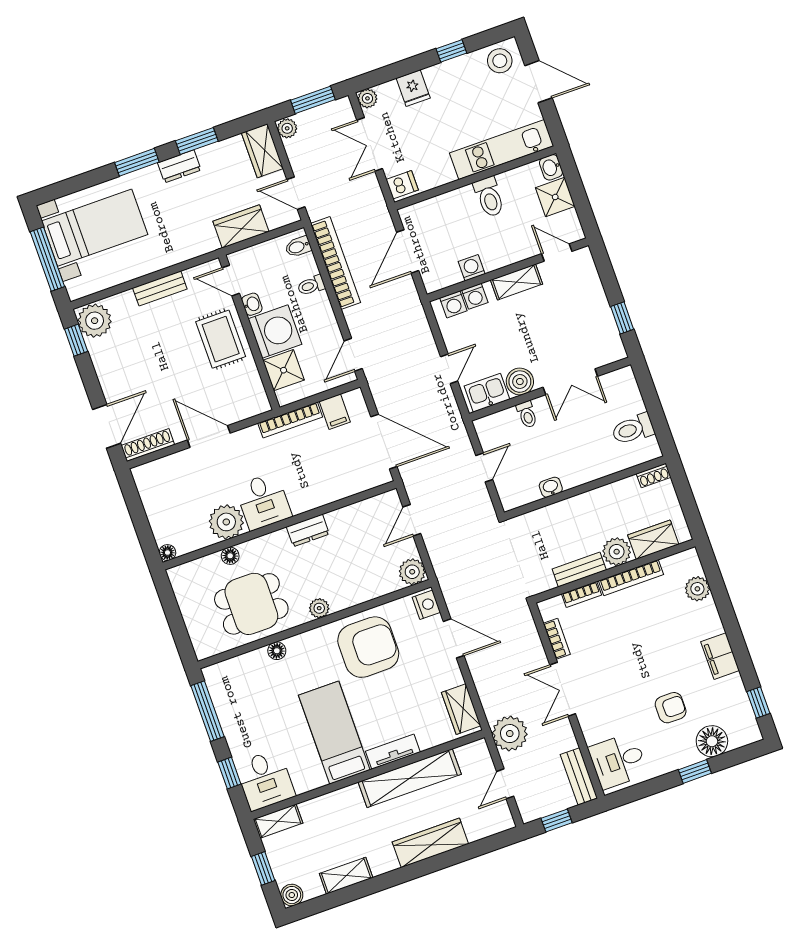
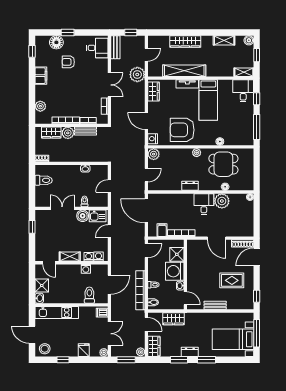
toilet: (489, 197) -> (89, 295), moved
plant: (95, 321) -> (246, 302), removed
rug: (221, 339) -> (232, 280), moved, turned 90

